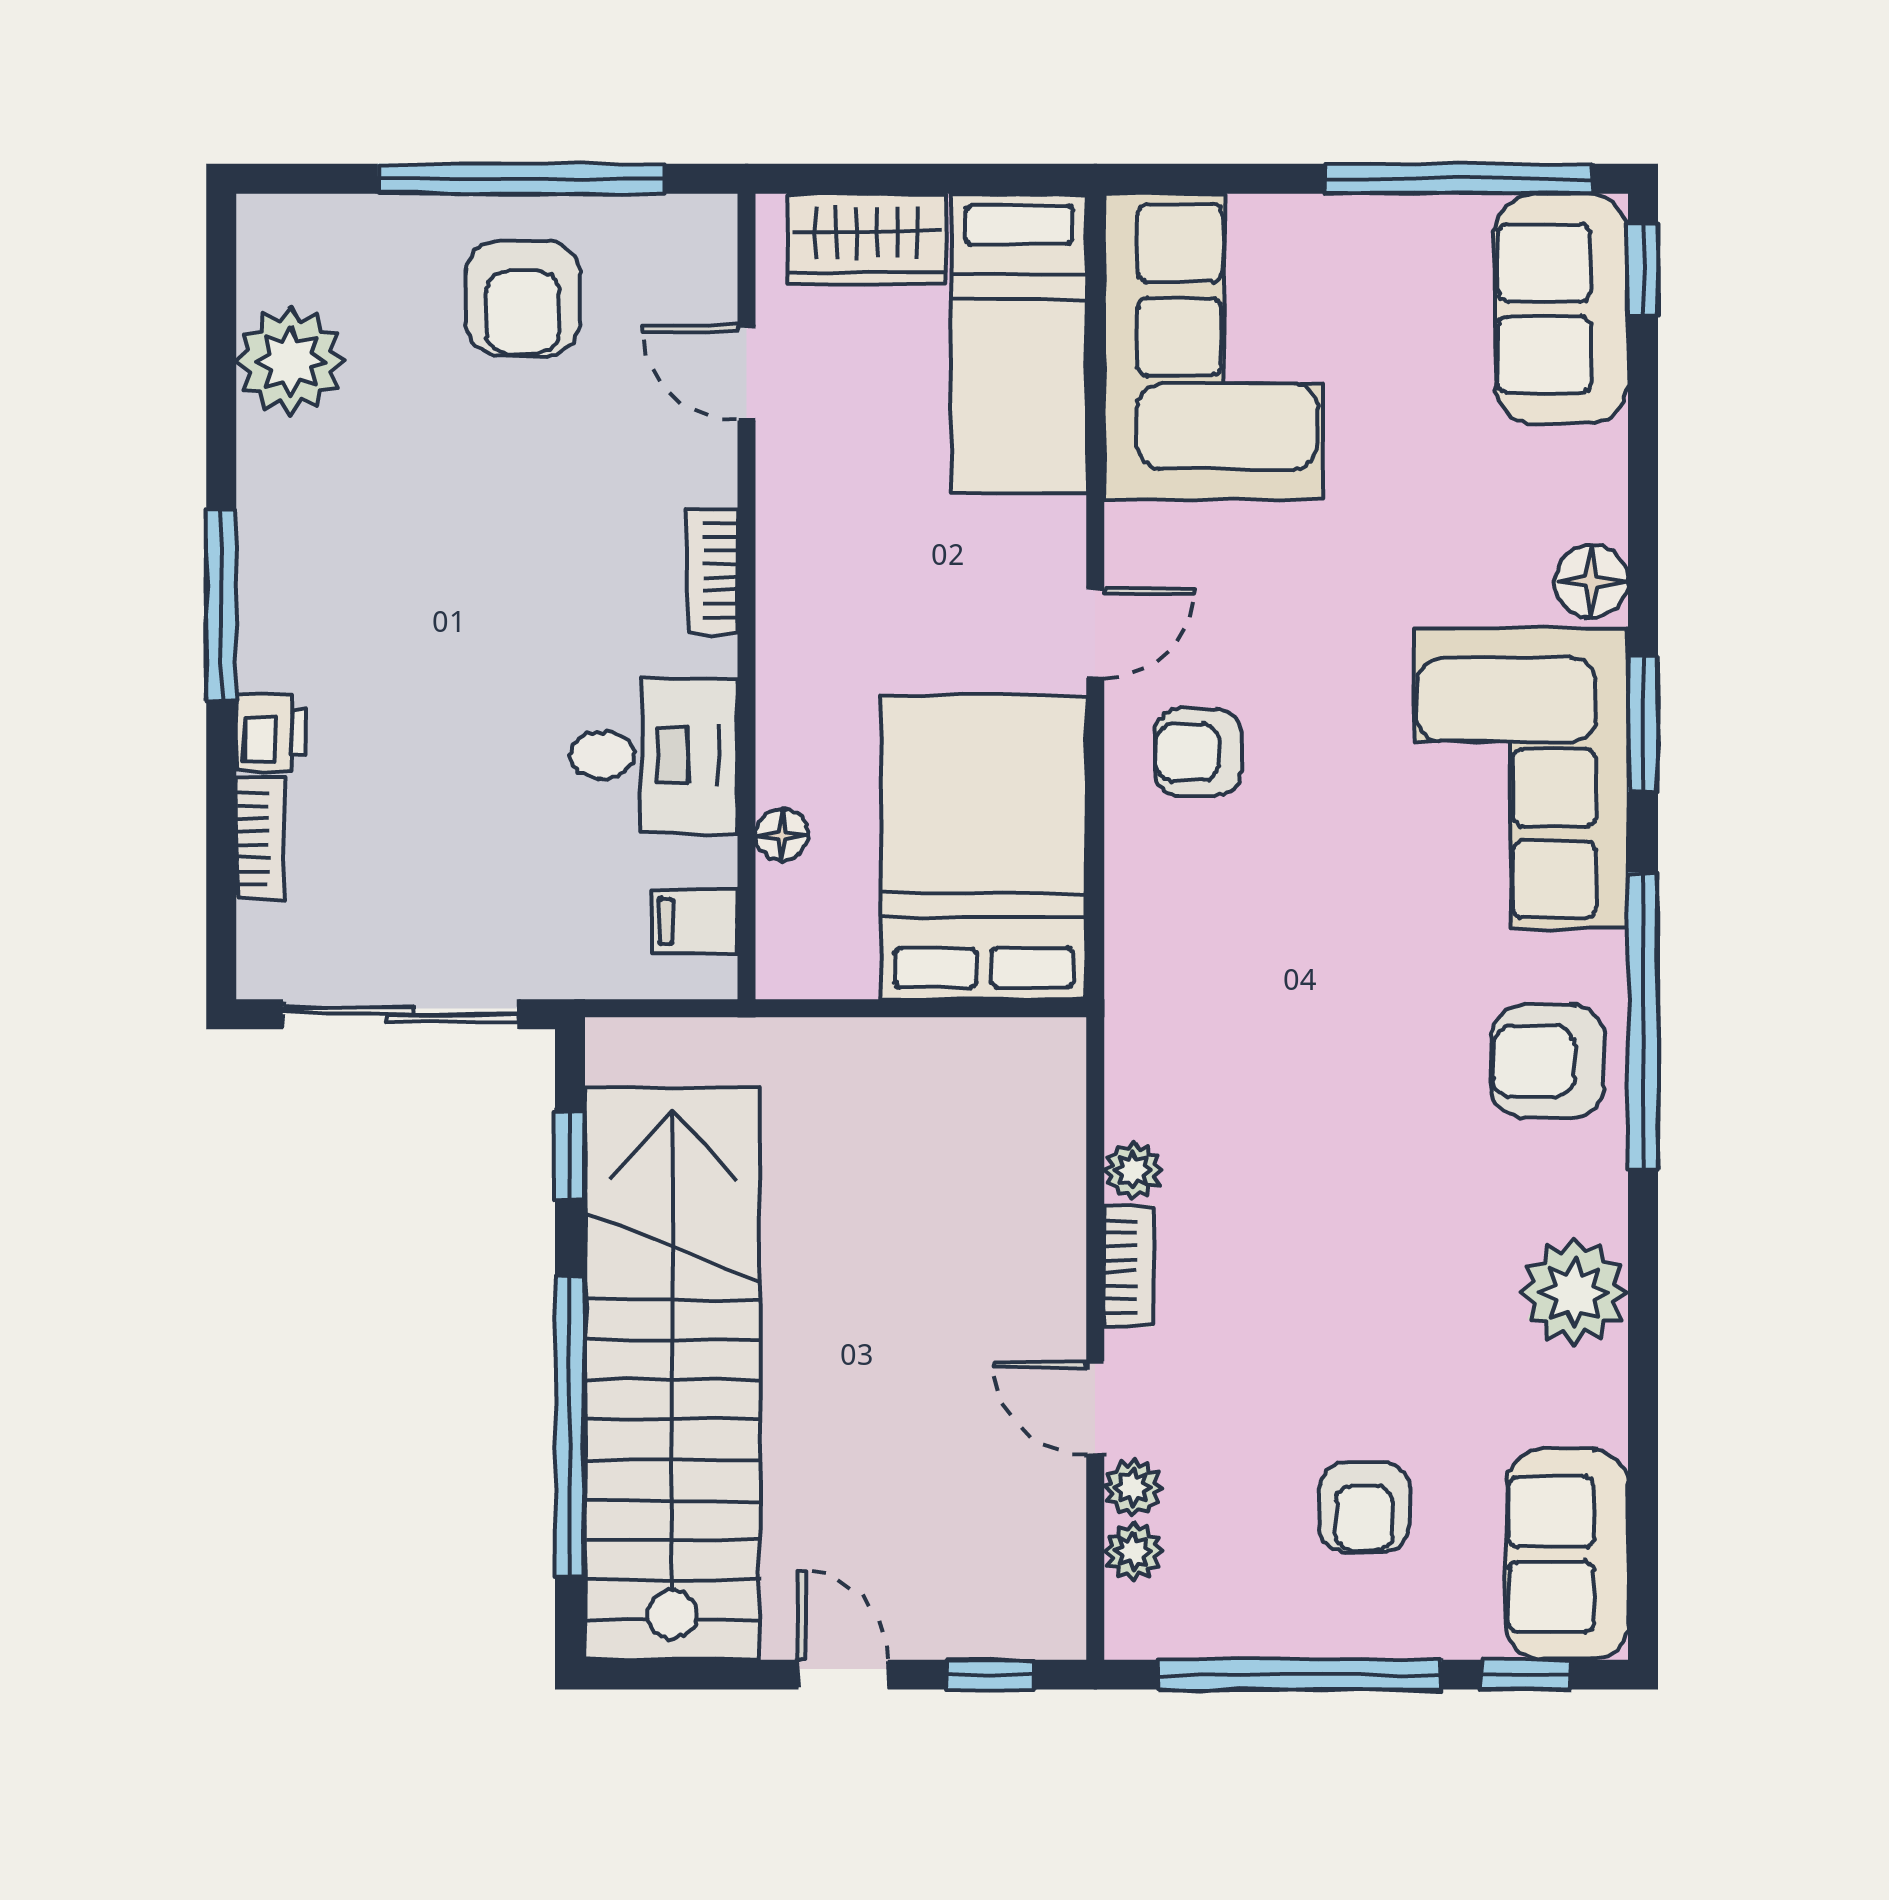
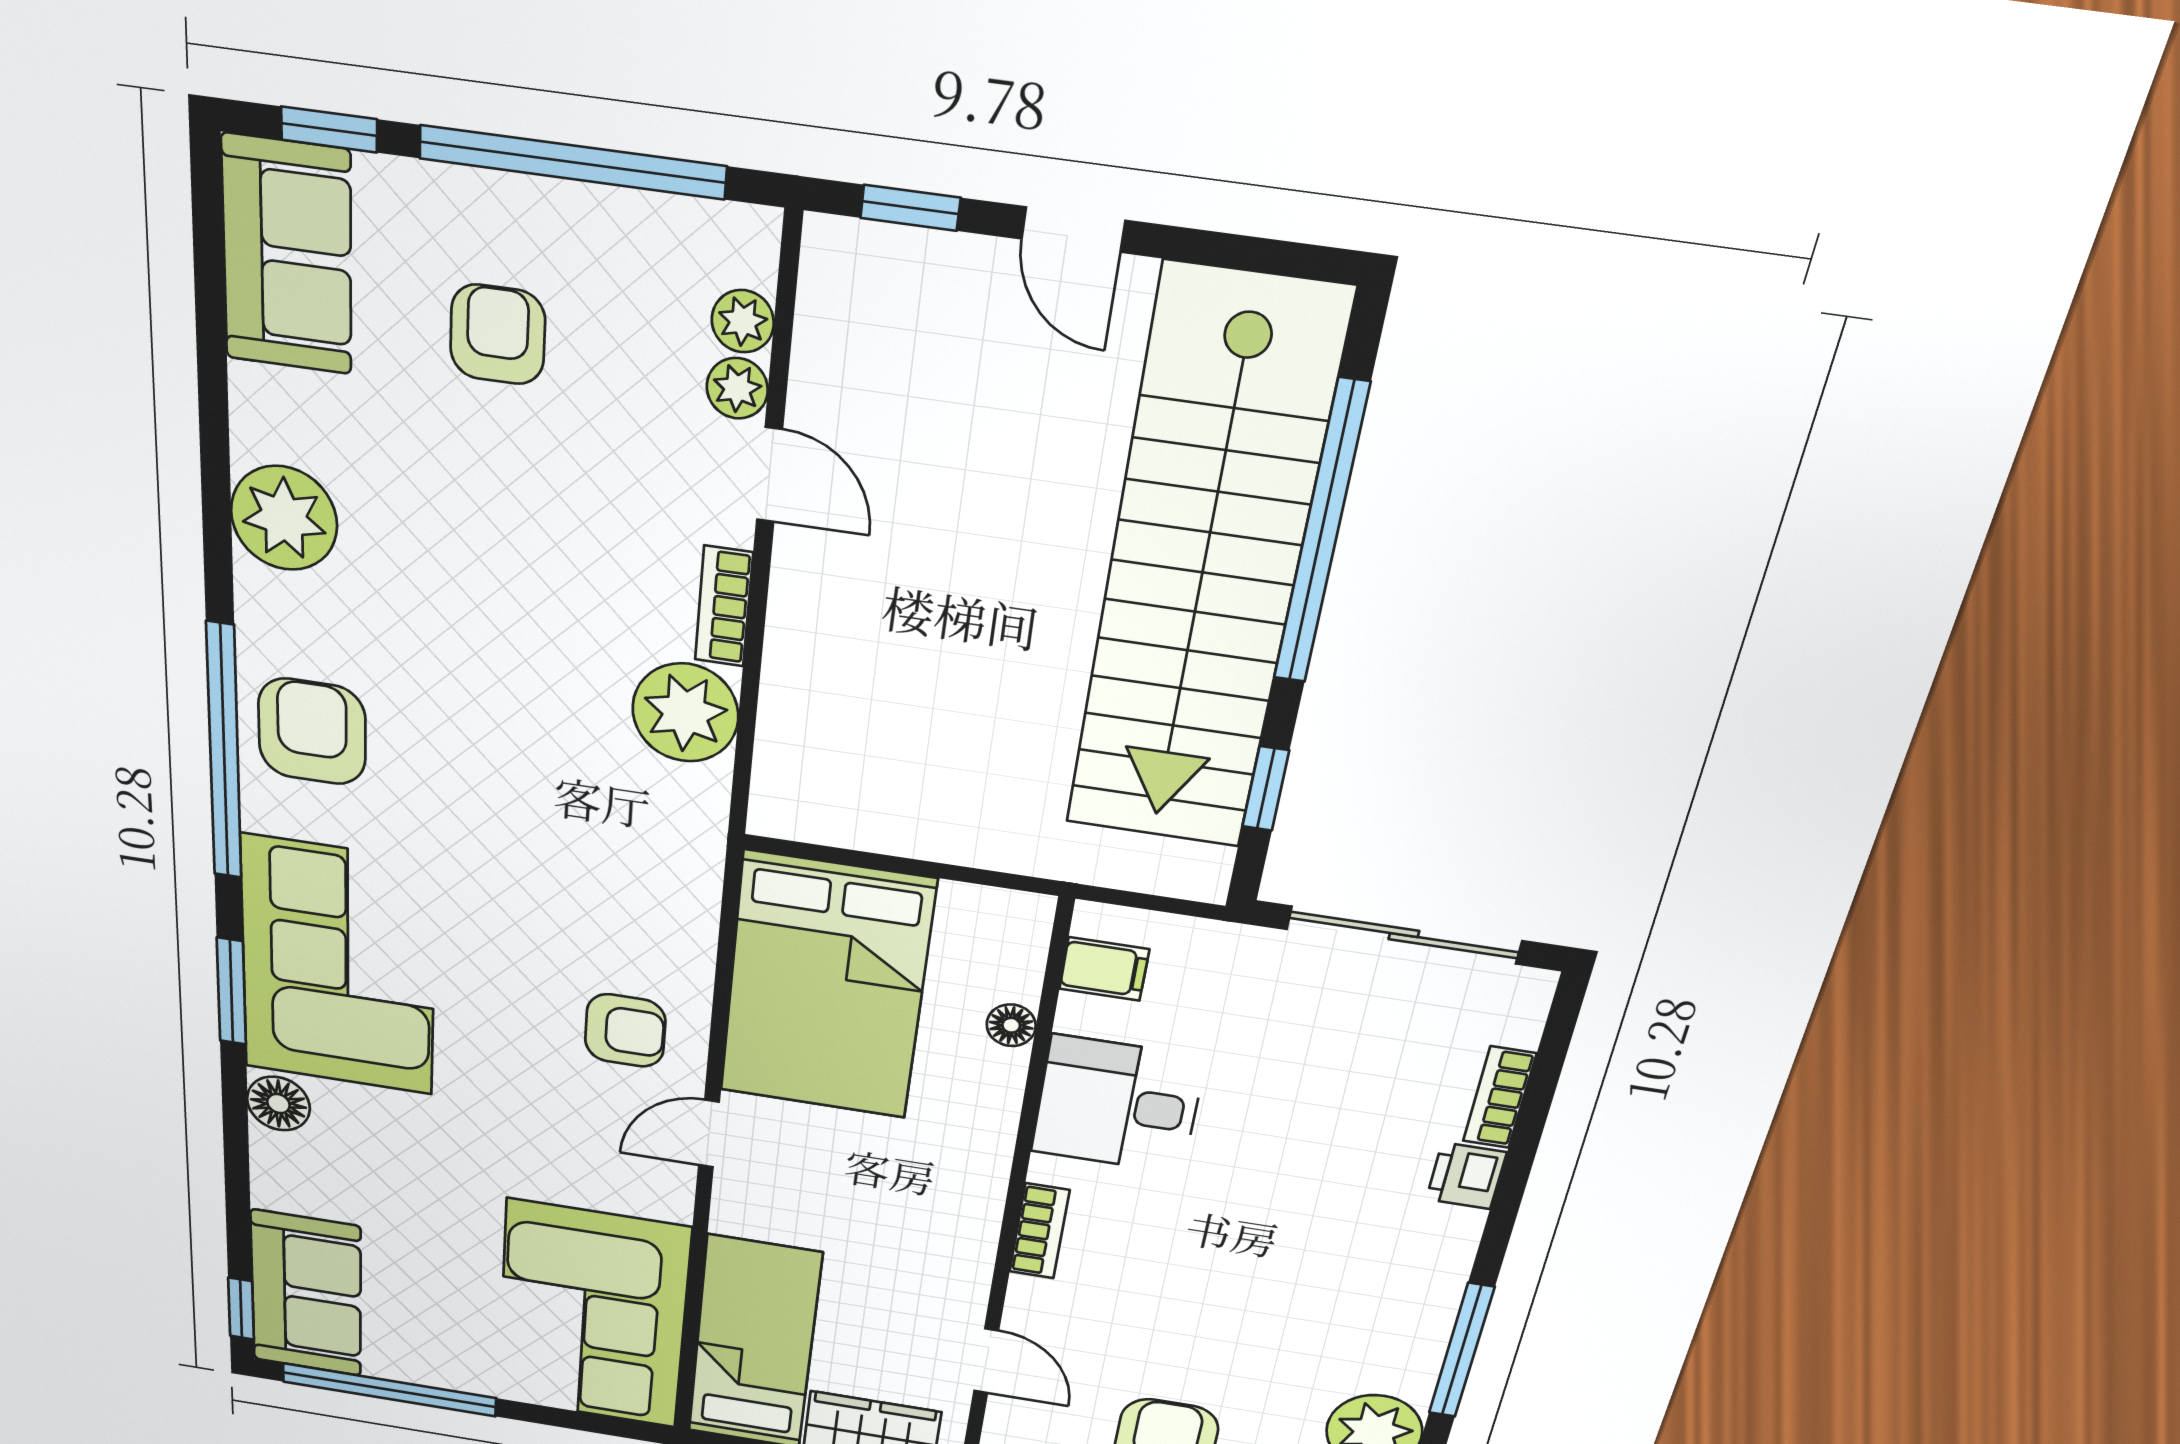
window: (221, 605) -> (1461, 1351), moved
armchair: (1548, 1061) -> (312, 732), turned -90
plant: (1133, 1171) -> (685, 713), width x1.88, depth x1.88

